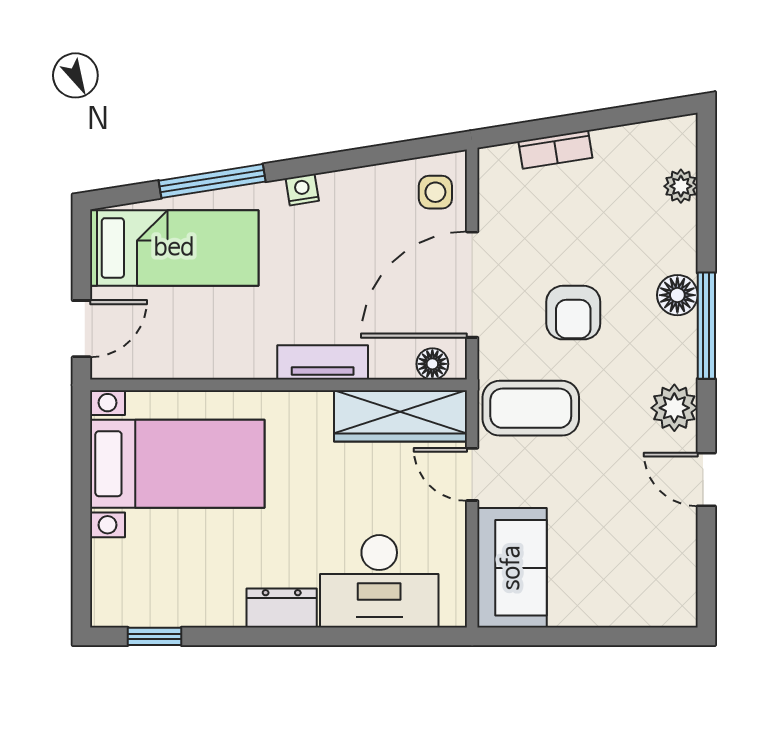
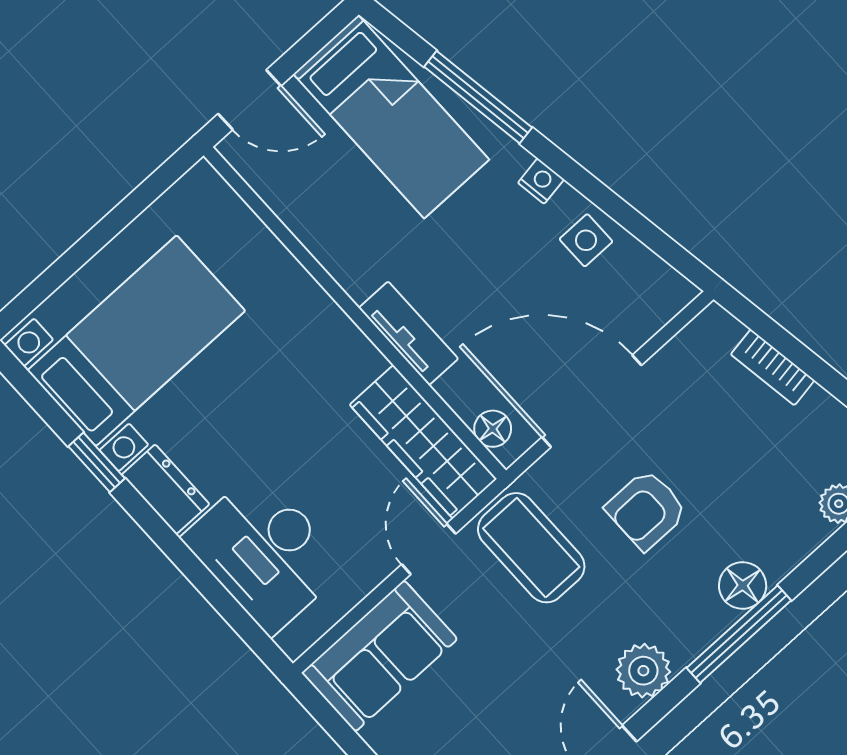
side table: (435, 192) -> (586, 240), moved
bed with nightstands: (177, 464) -> (136, 341), moved, turned -90
window: (155, 636) -> (97, 462), moved

